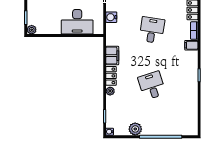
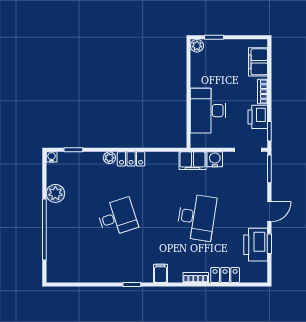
desk: (152, 30) -> (197, 217), width x1.37
filing cabinet: (191, 45) -> (160, 273), moved
filing cabinet: (112, 56) -> (192, 161), moved

